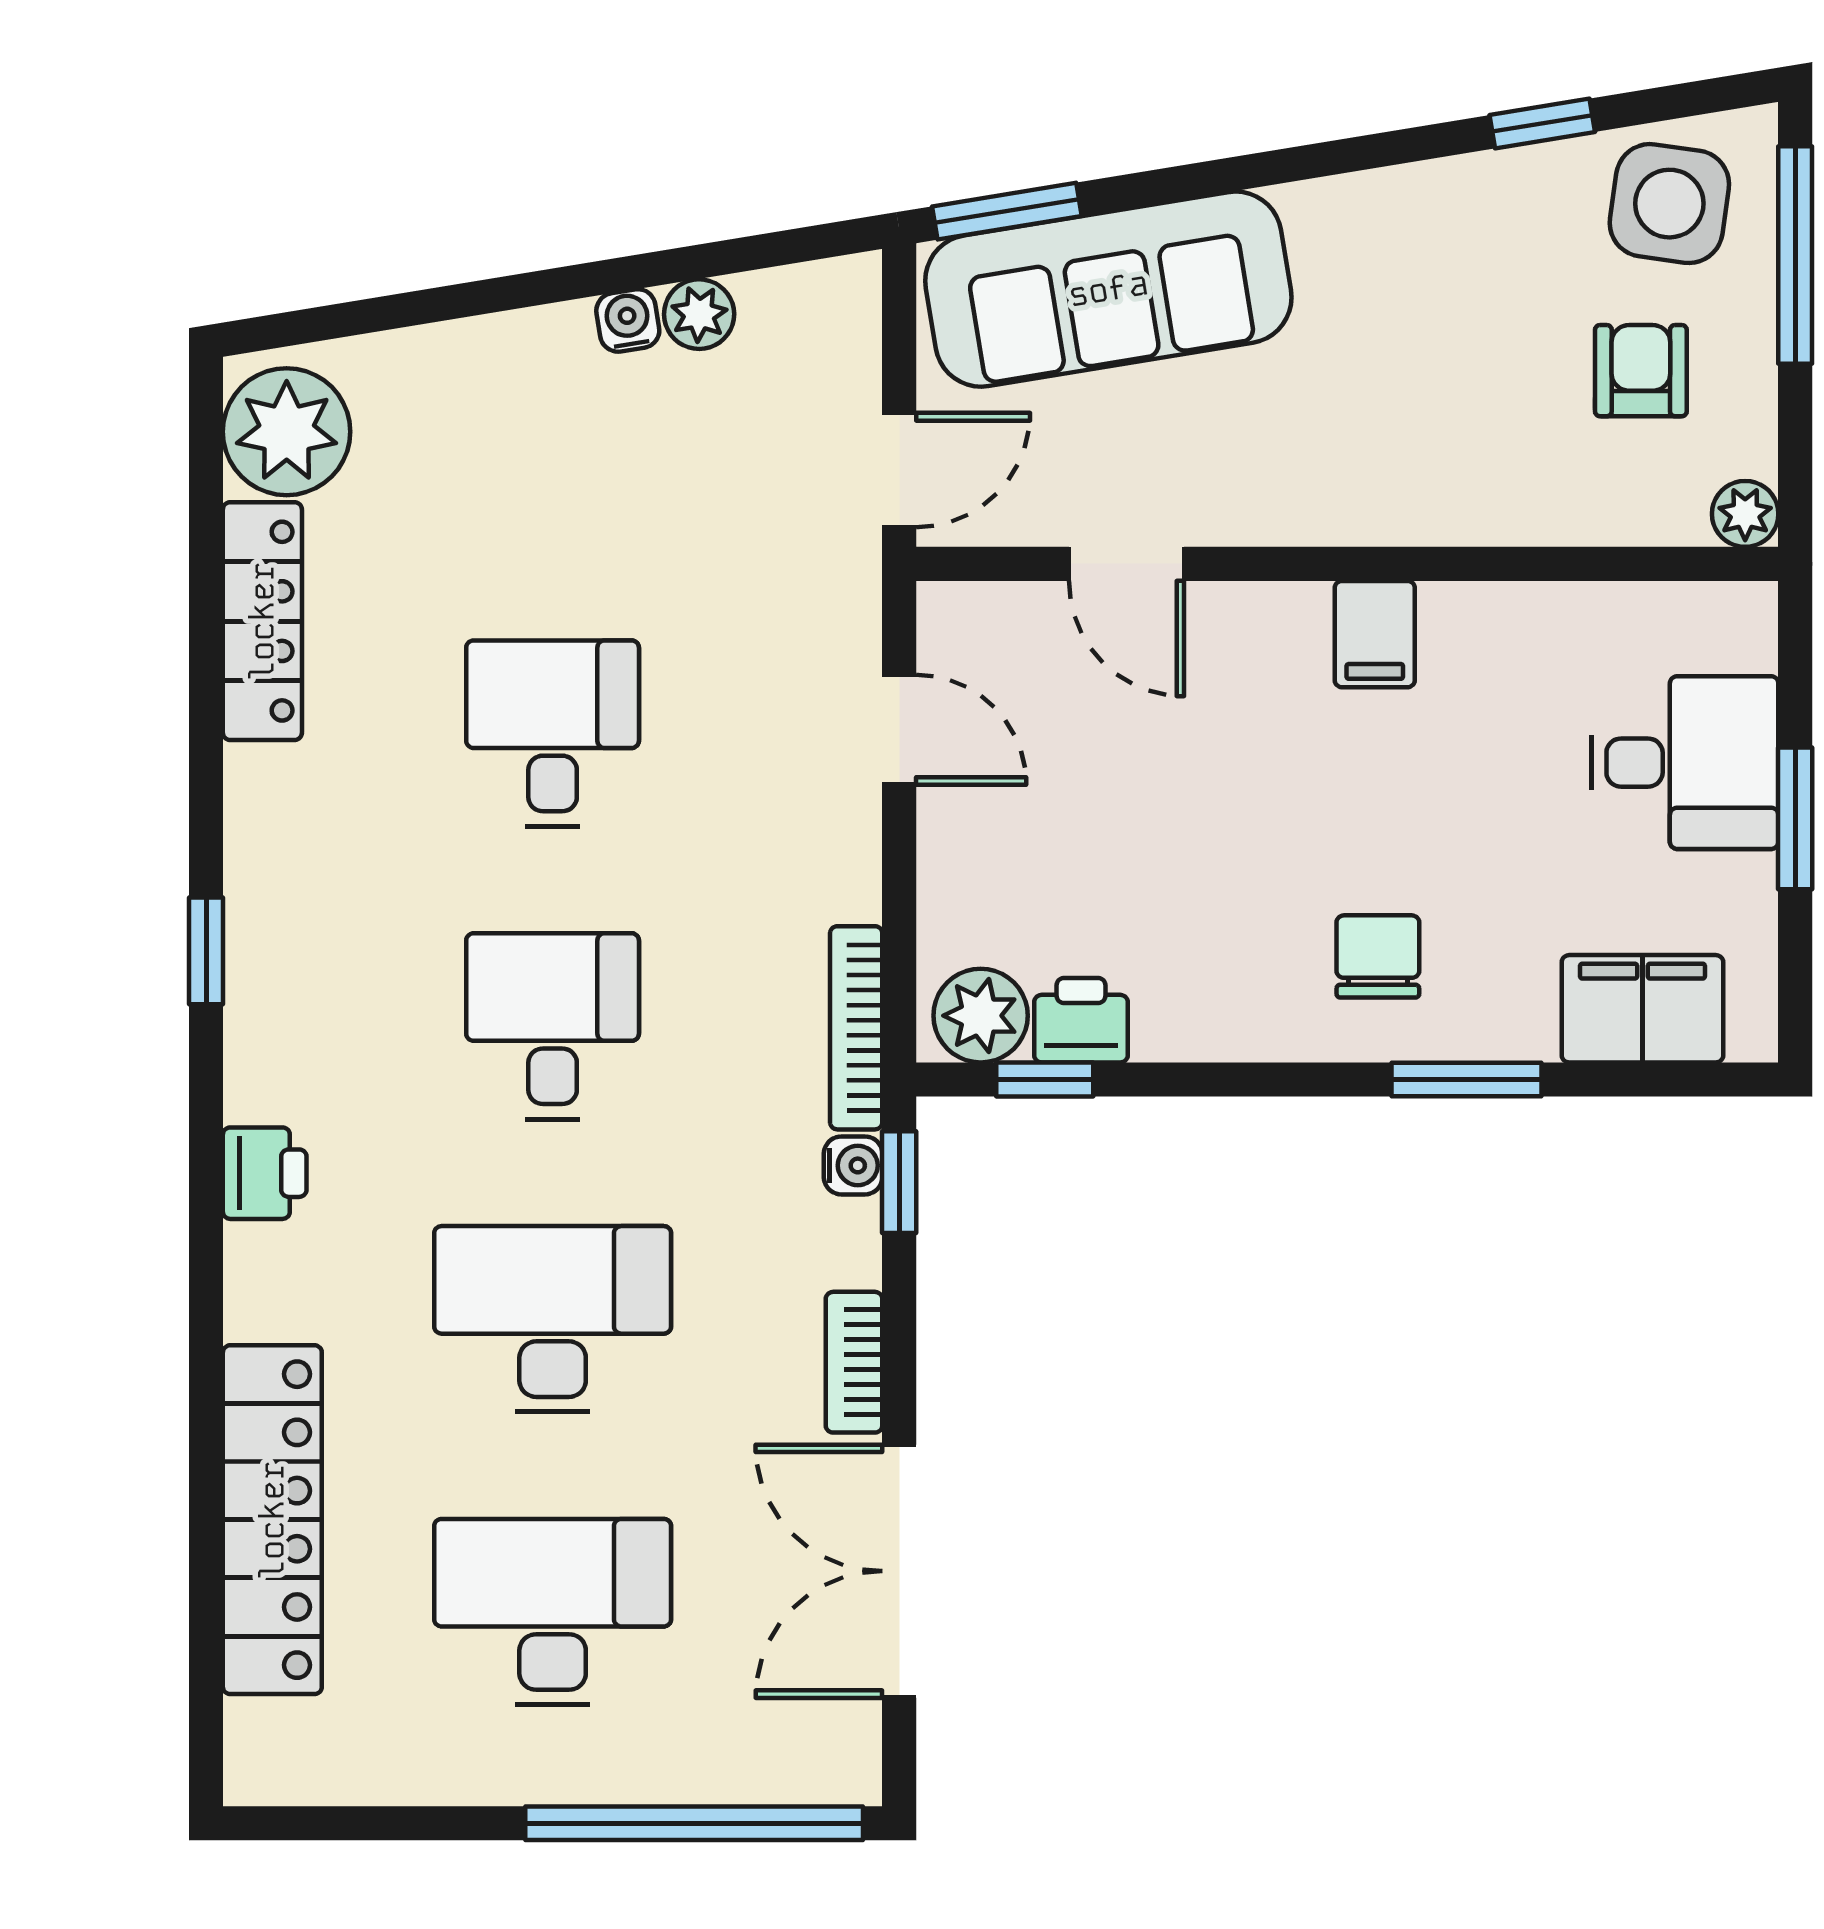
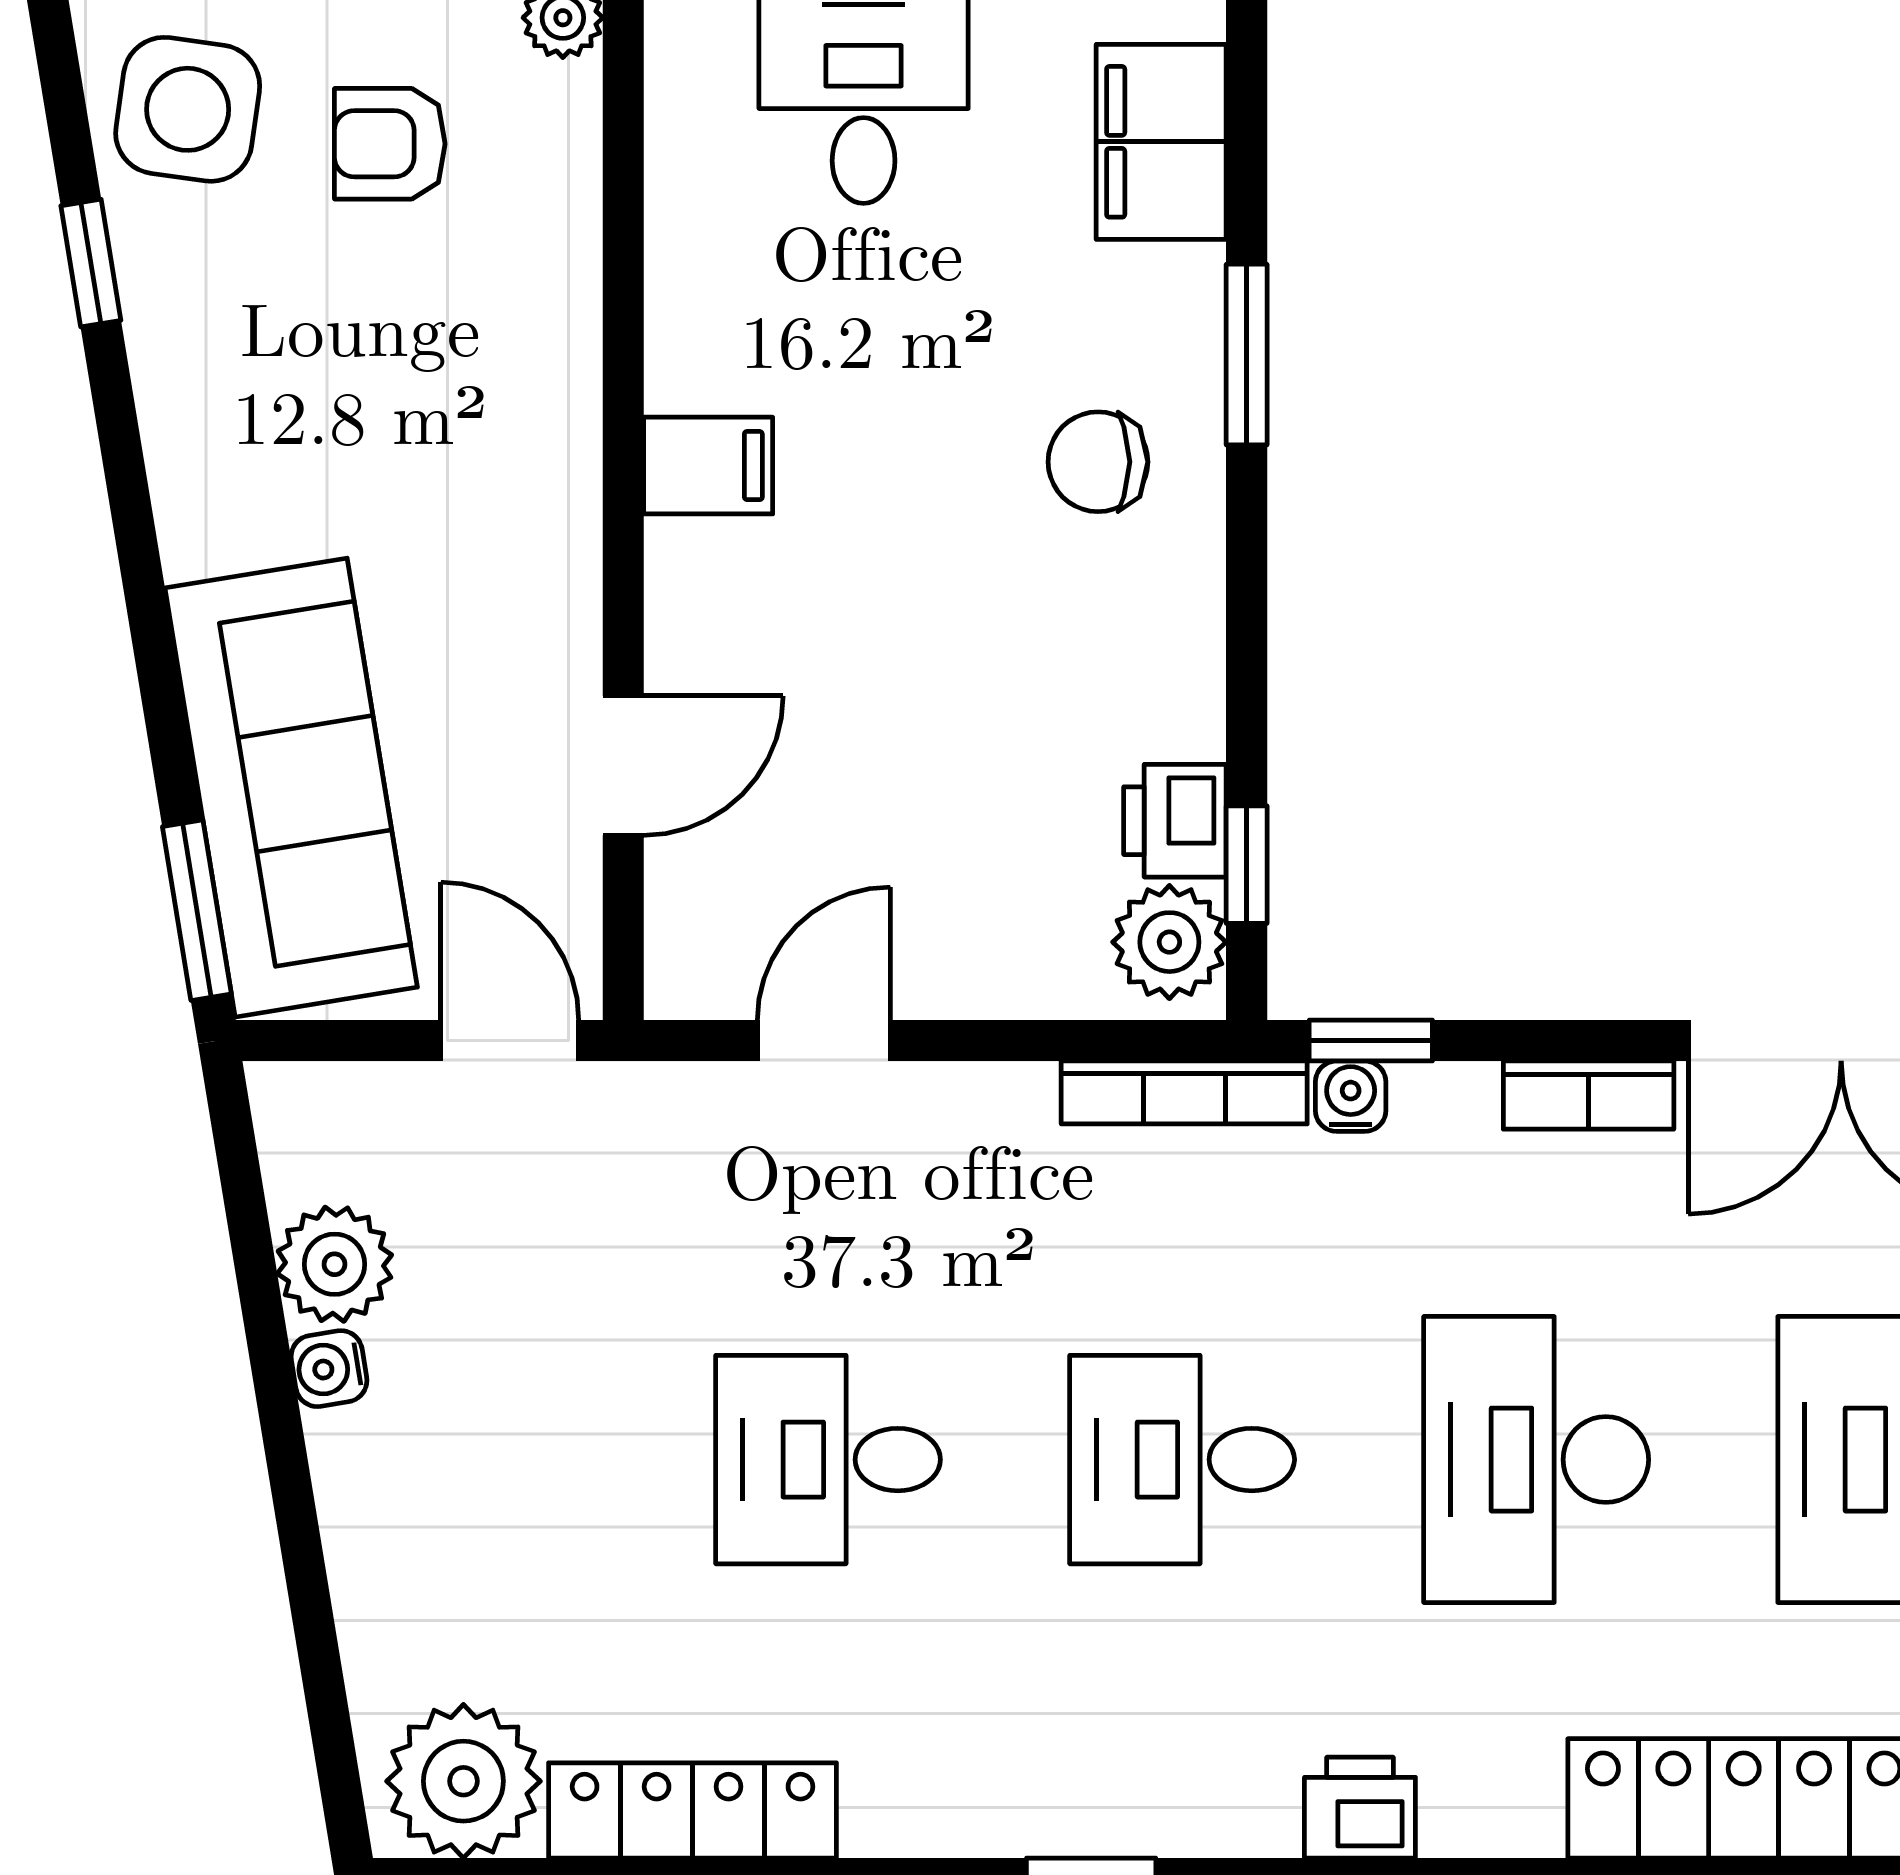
plant: (699, 314) -> (334, 1264), width x1.38, depth x1.38

